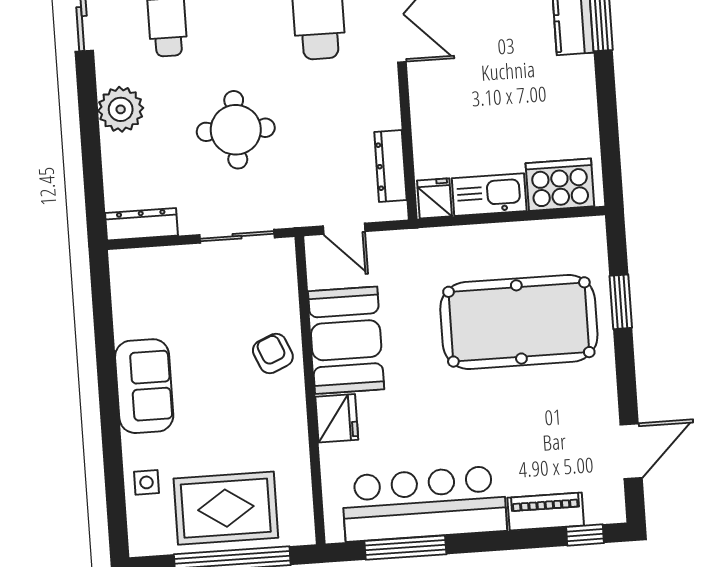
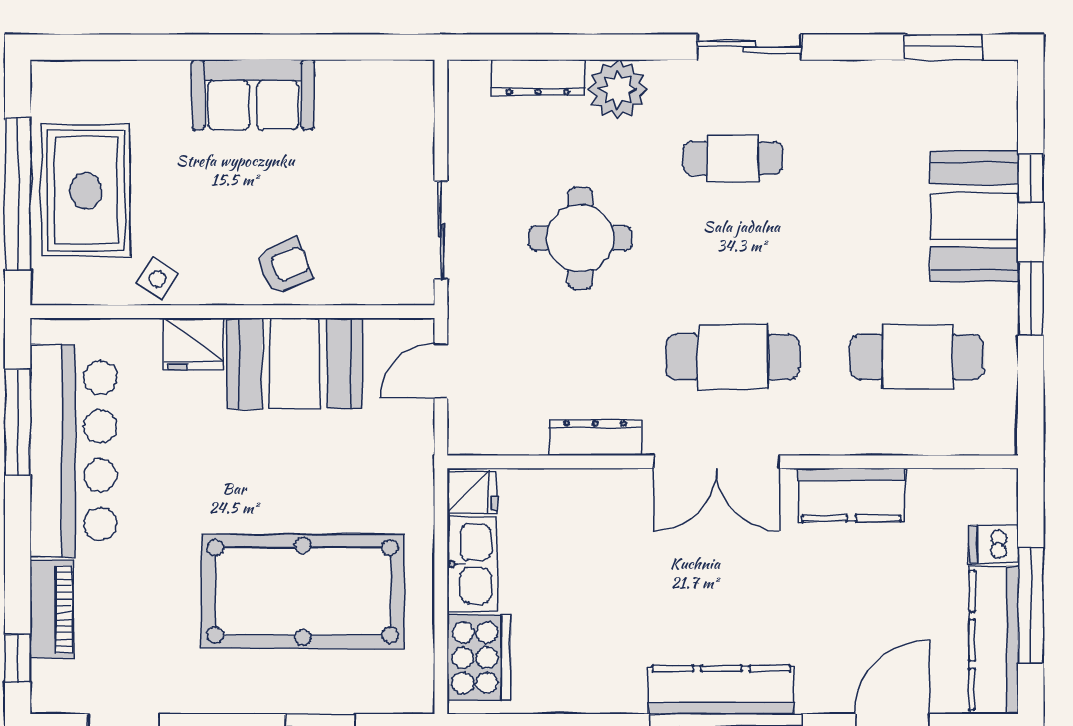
dresser: (390, 166) -> (595, 437), moved
dresser: (141, 224) -> (538, 78), moved, turned 90
pool table: (519, 322) -> (303, 591), turned 90
side table: (147, 482) -> (157, 279), moved, turned 33

